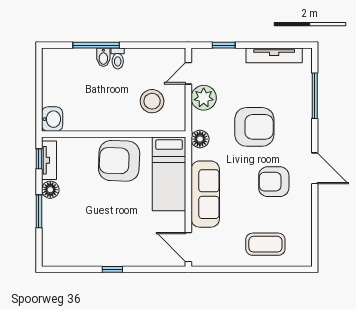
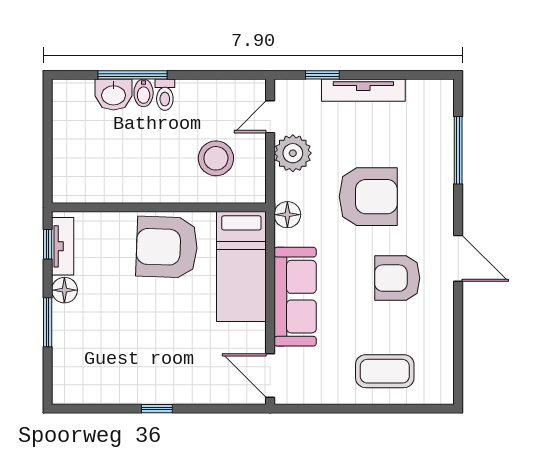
tv unit: (274, 55) -> (363, 90), moved
washbasin: (52, 119) -> (114, 94), moved, turned 90

